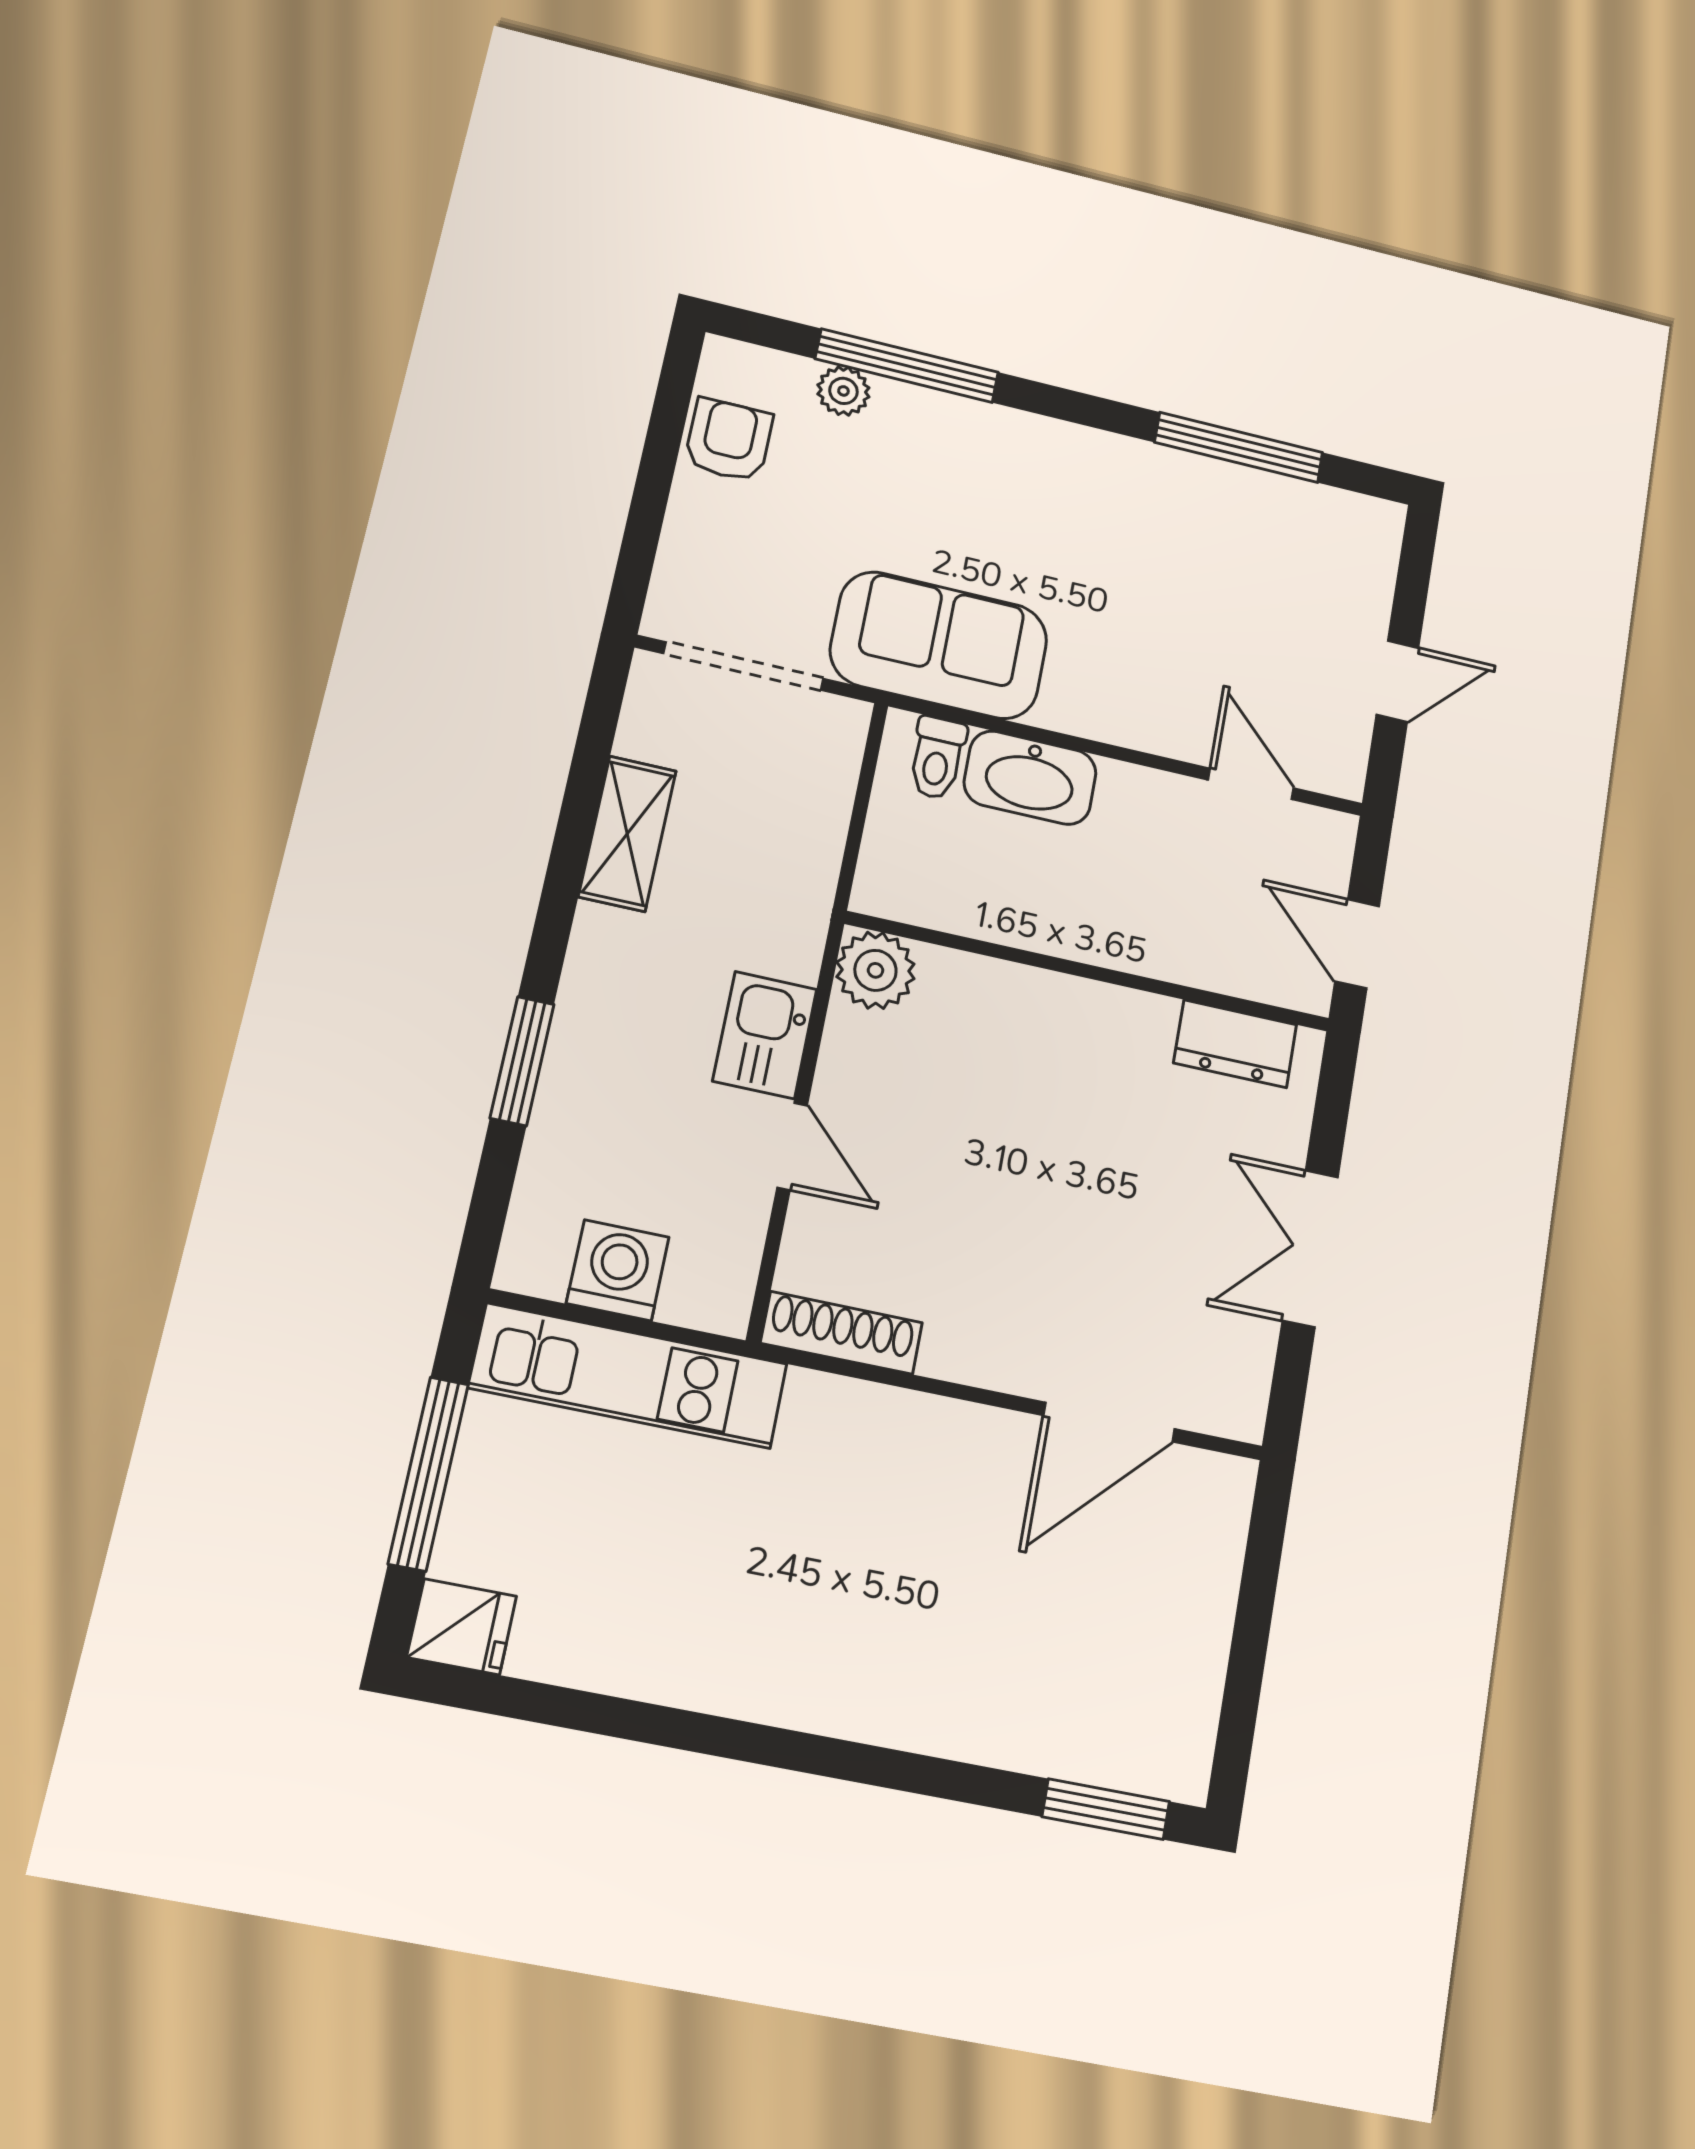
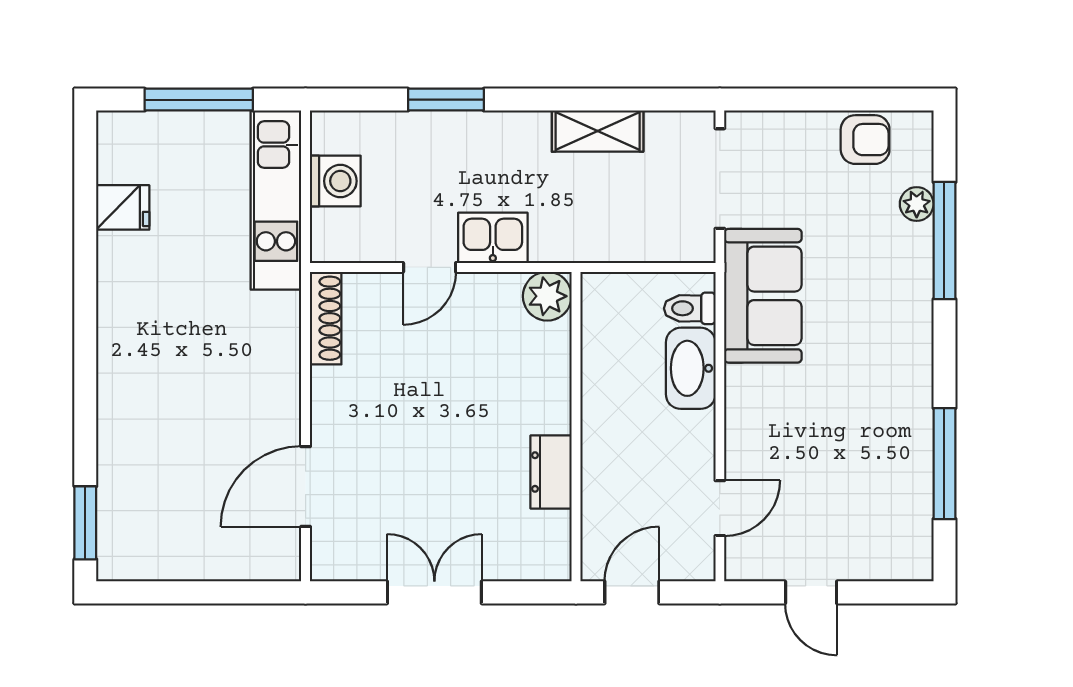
dresser: (1235, 1044) -> (551, 472), moved
door: (1109, 1422) -> (306, 487), hinge flipped
fridge: (462, 1627) -> (123, 207), moved, turned -90

